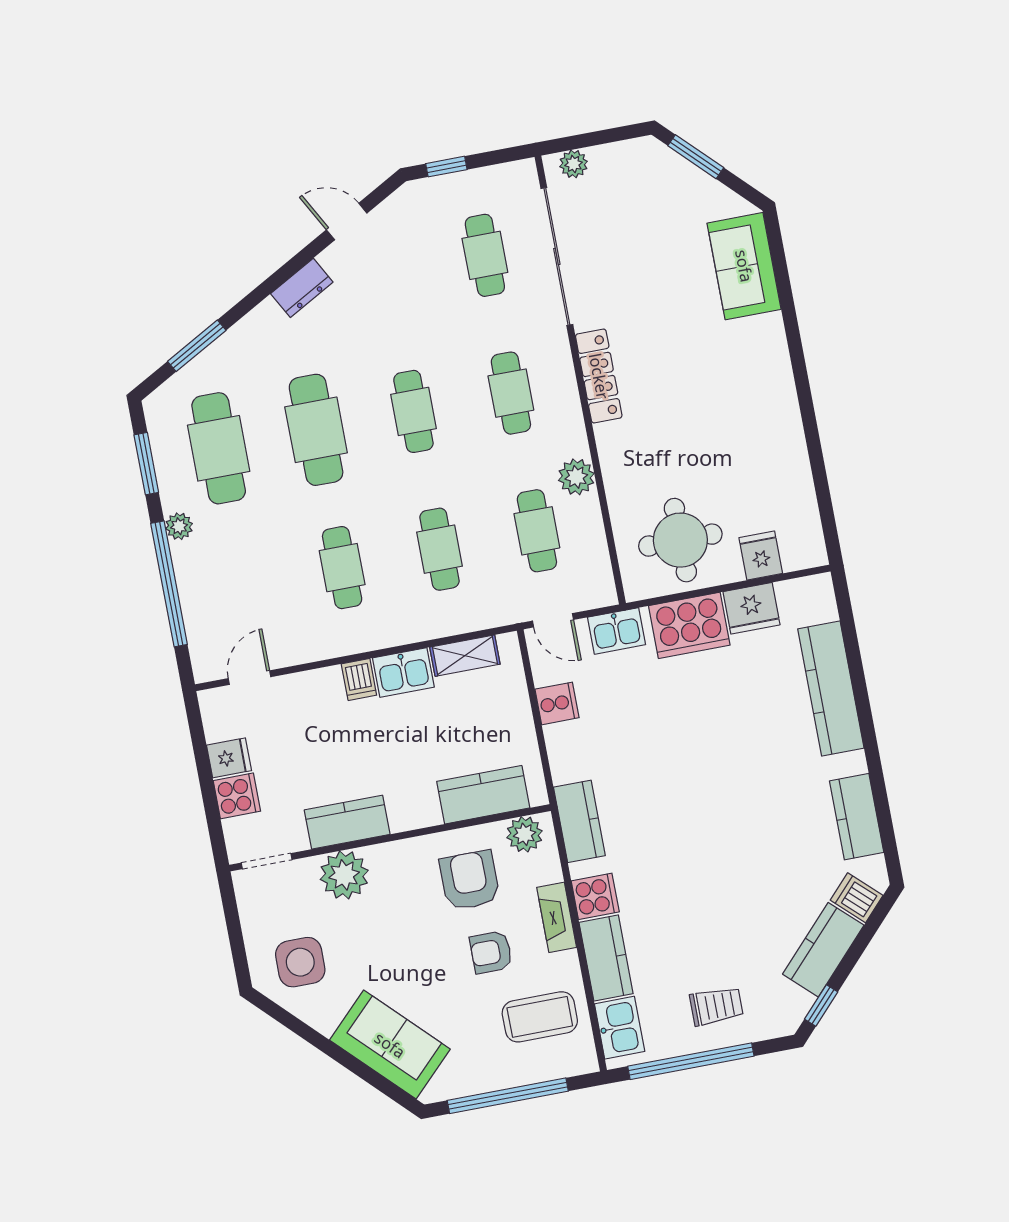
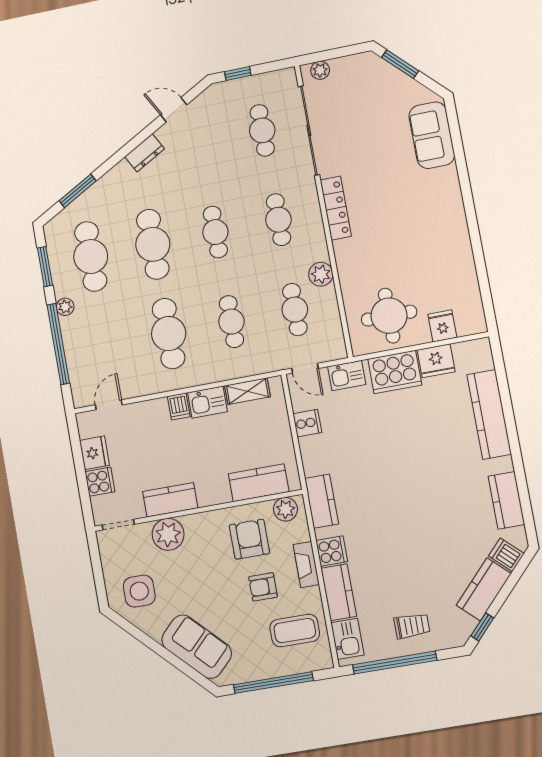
cafe table: (342, 568) -> (169, 334), width x1.37, depth x1.35
fridge: (229, 758) -> (94, 453), width x1.38

